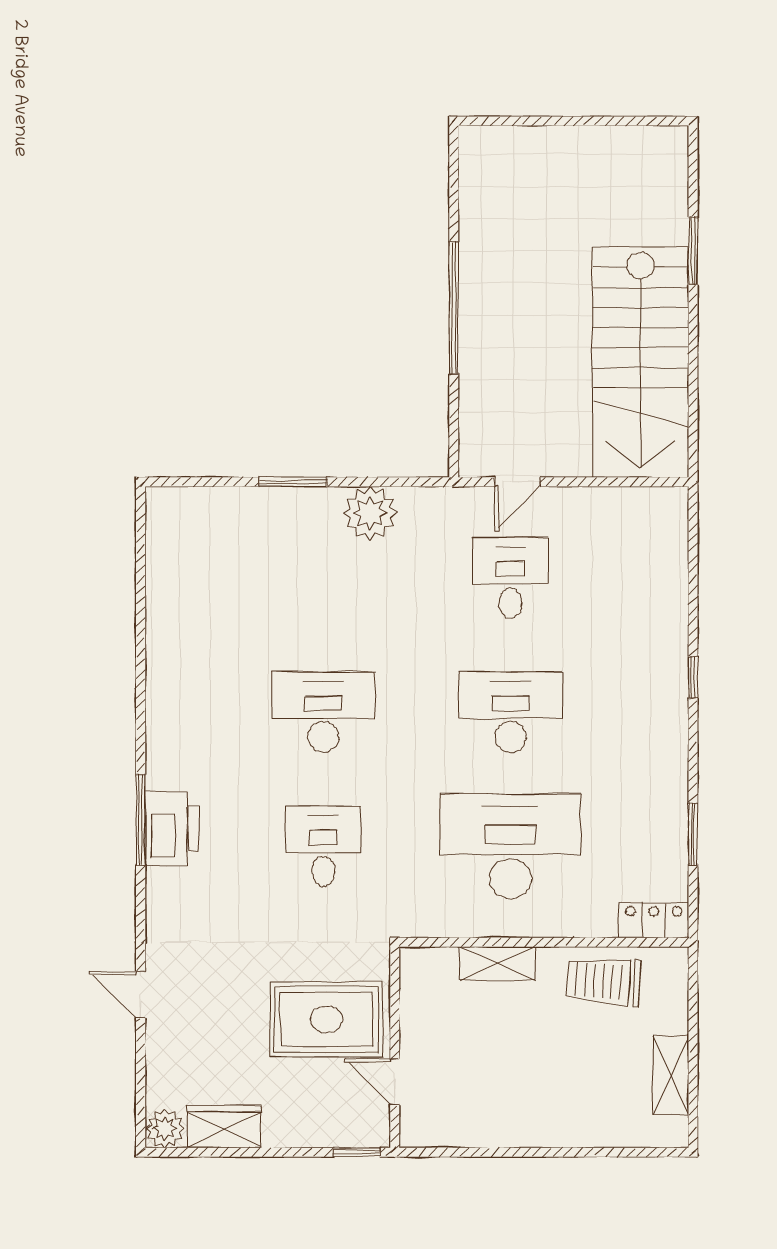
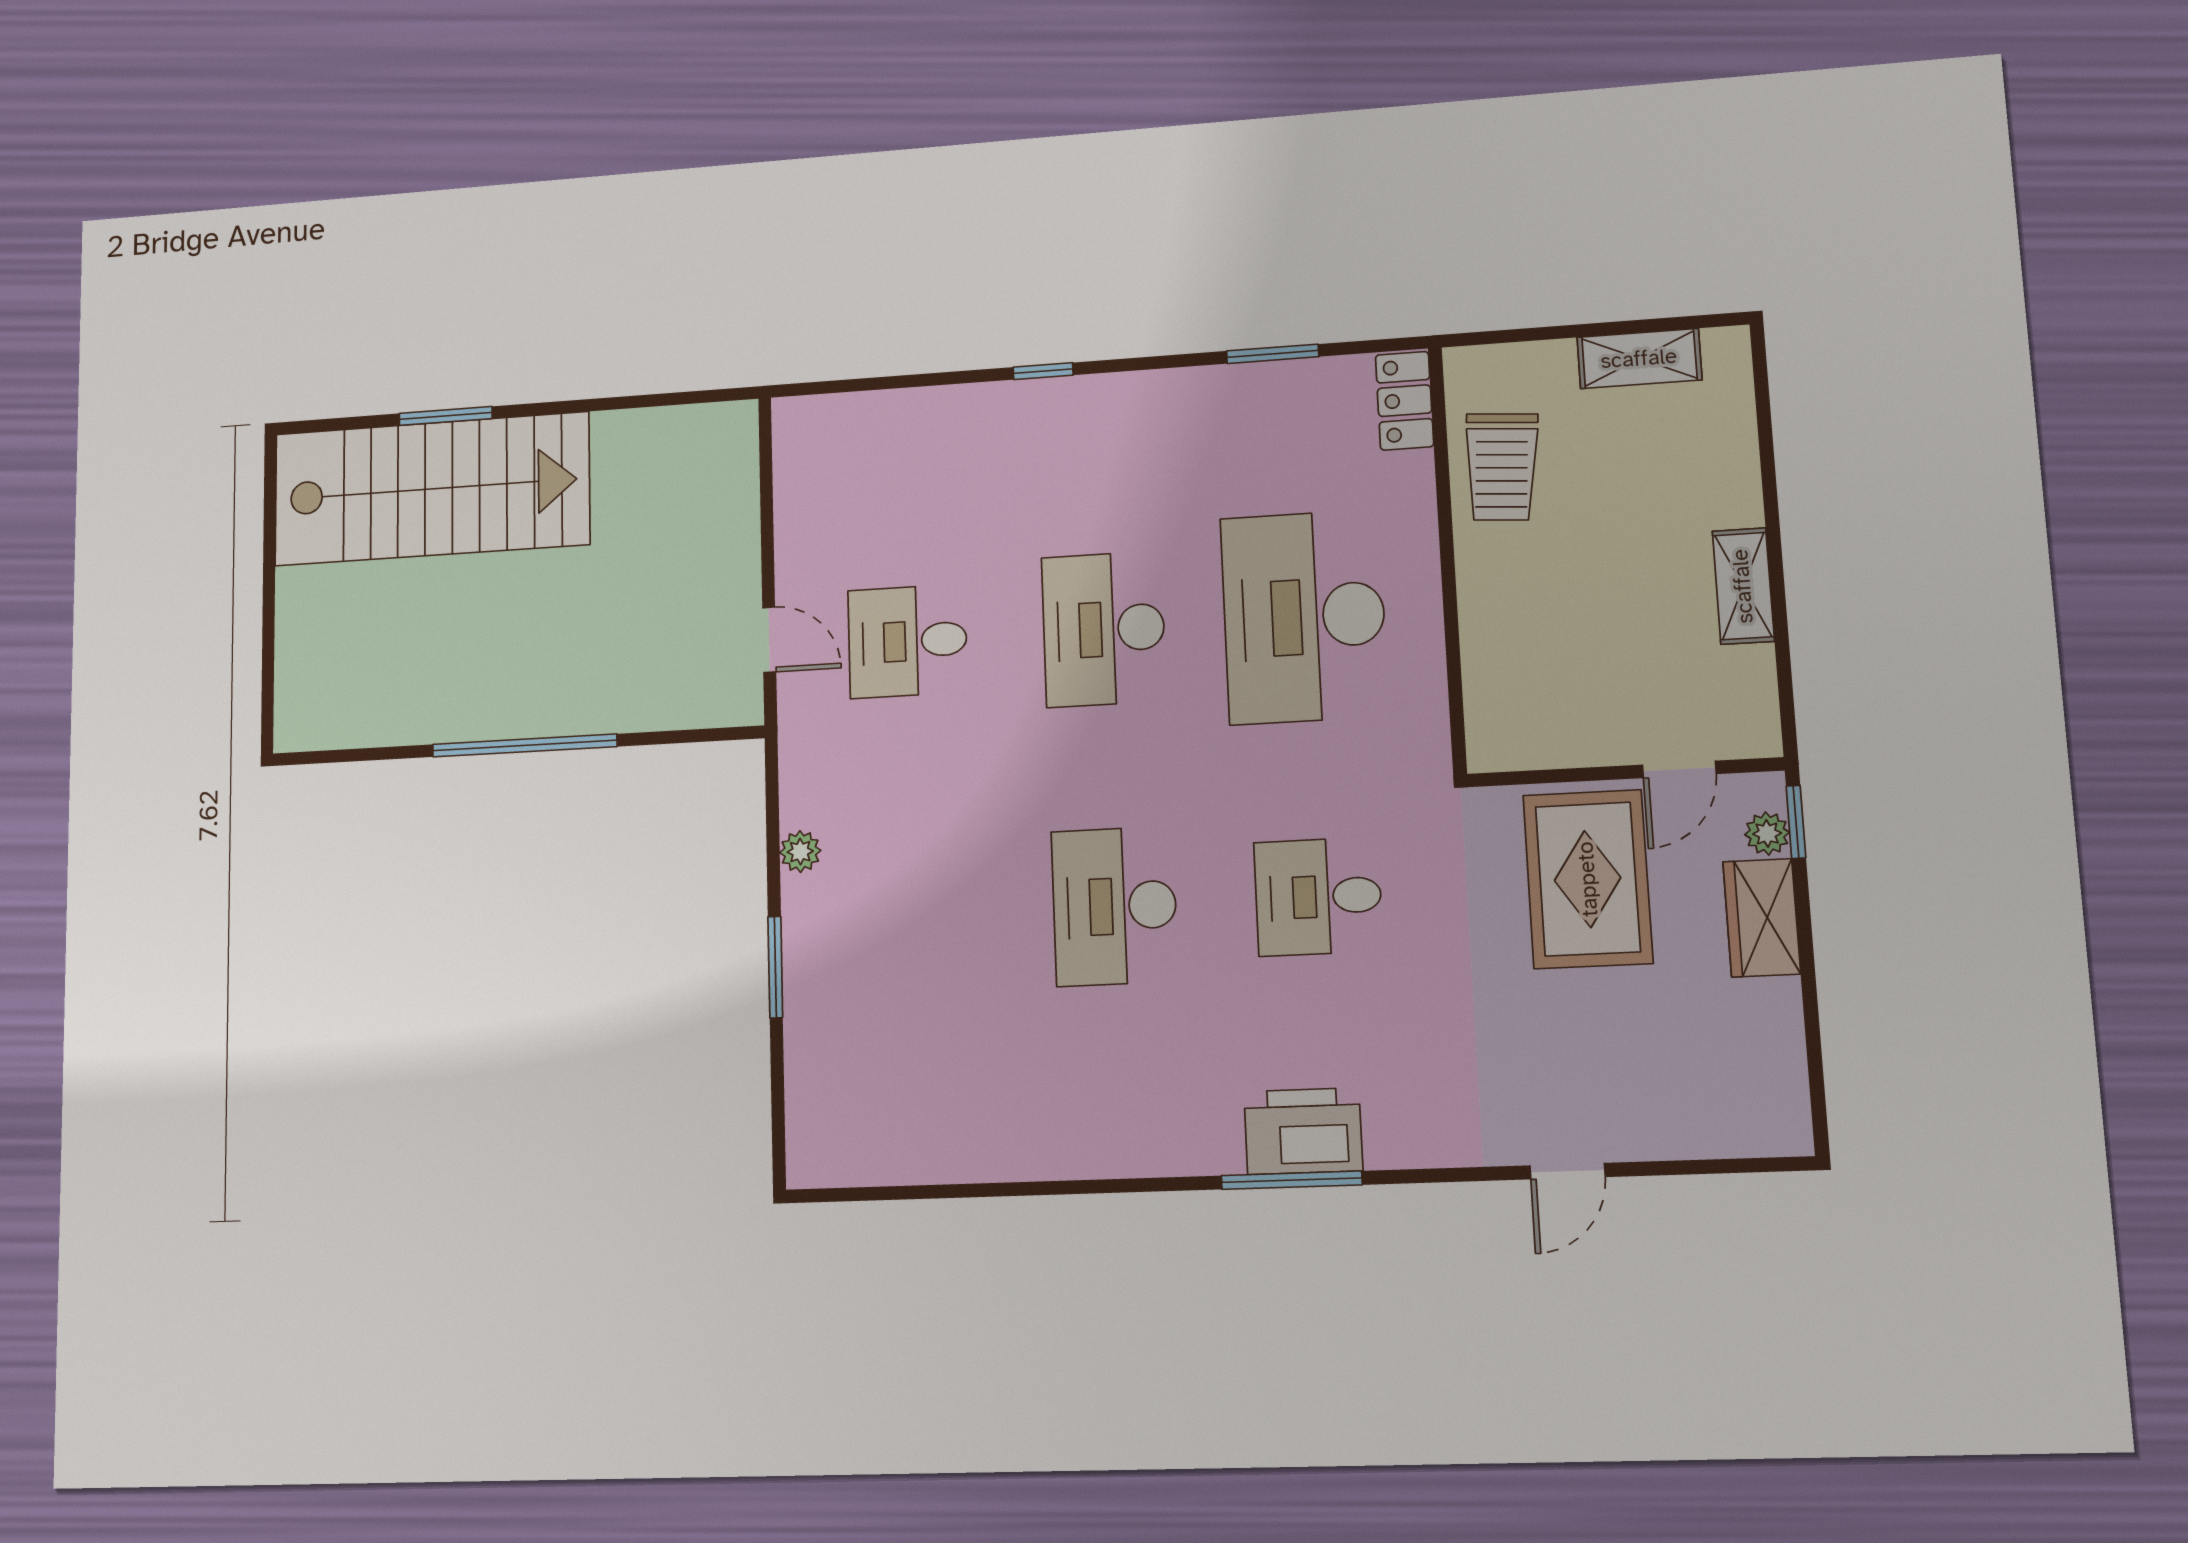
stairs: (641, 362) -> (431, 489), moved
plant: (370, 513) -> (800, 852), width x0.53, depth x0.53
shelving: (498, 964) -> (1743, 586), moved
wardrobe: (224, 1126) -> (1762, 918), moved
plant: (165, 1128) -> (1767, 833), moved, width x0.73, depth x0.73

